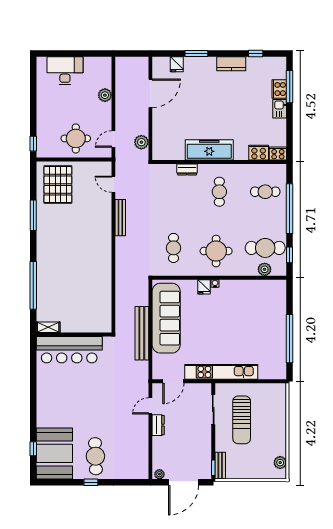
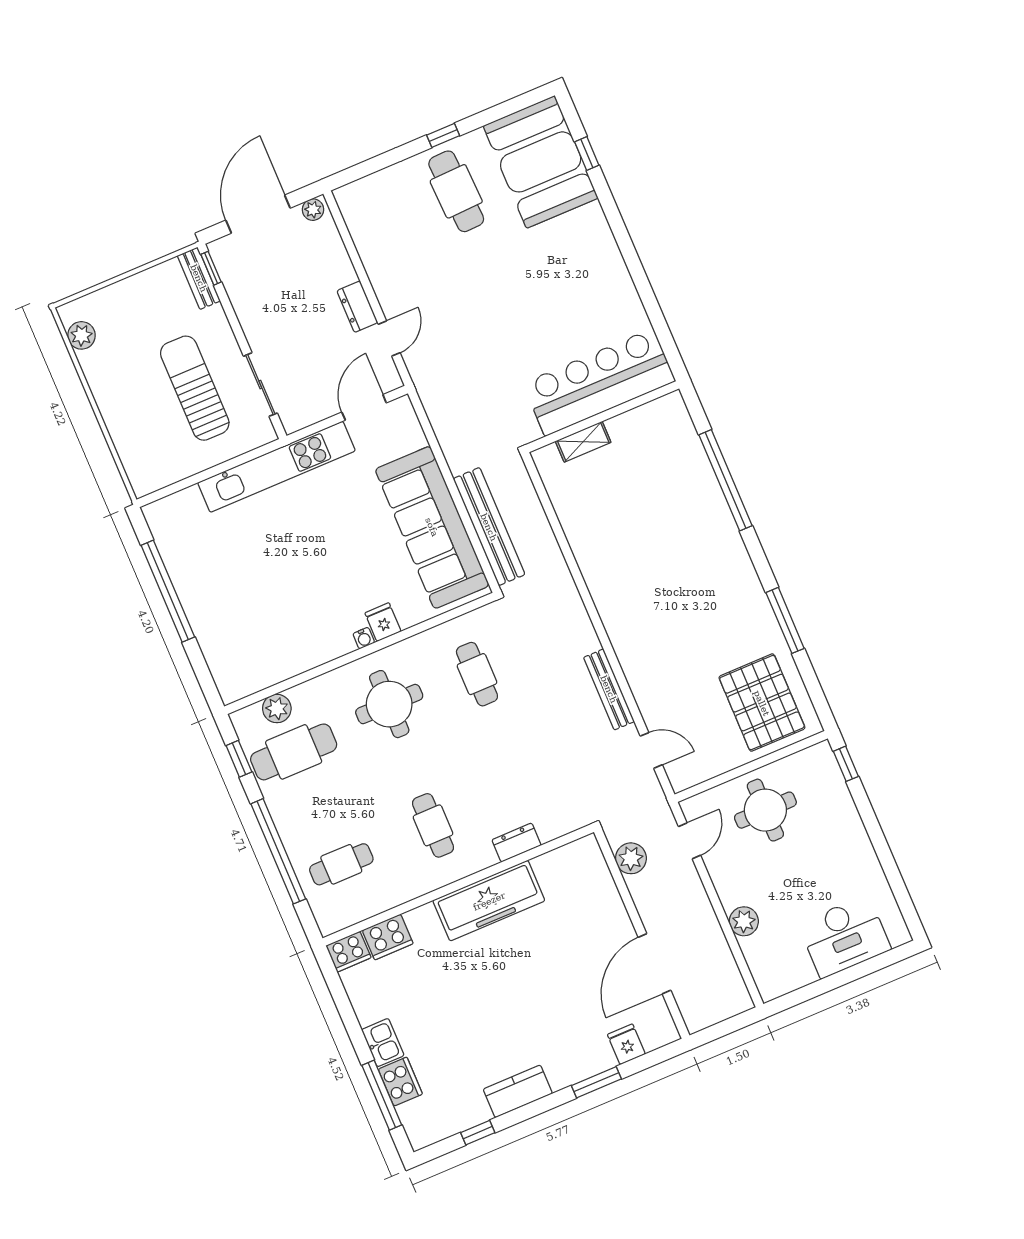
shelving: (48, 327) -> (583, 442), moved
bench: (142, 333) -> (489, 527), moved

